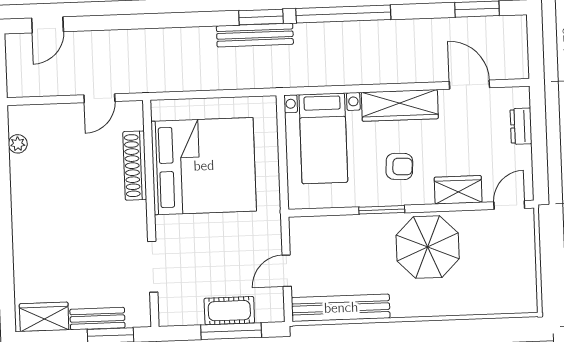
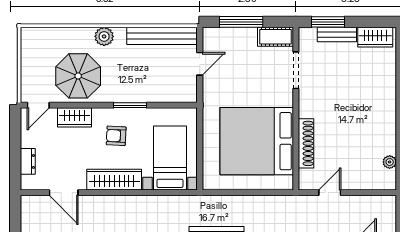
parasol: (428, 247) -> (78, 76), moved
plant: (421, 304) -> (104, 36), added
cot: (229, 311) -> (276, 37), moved

